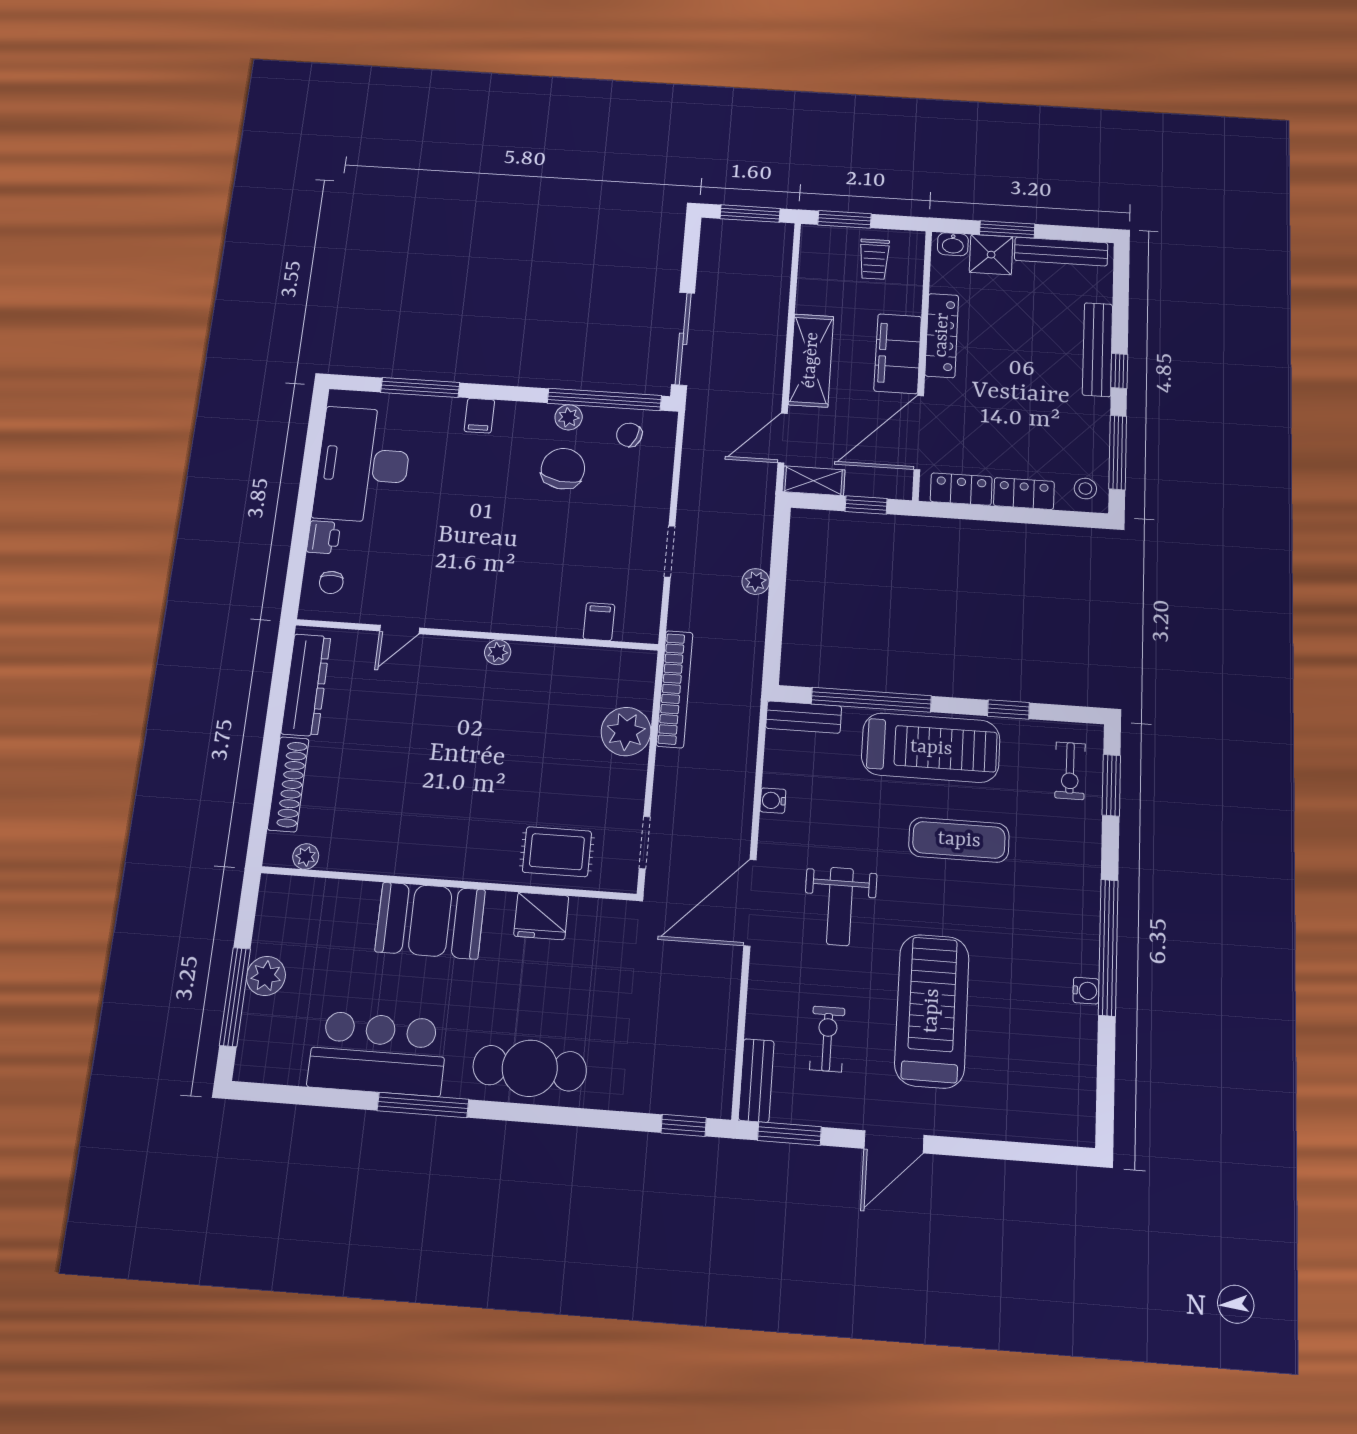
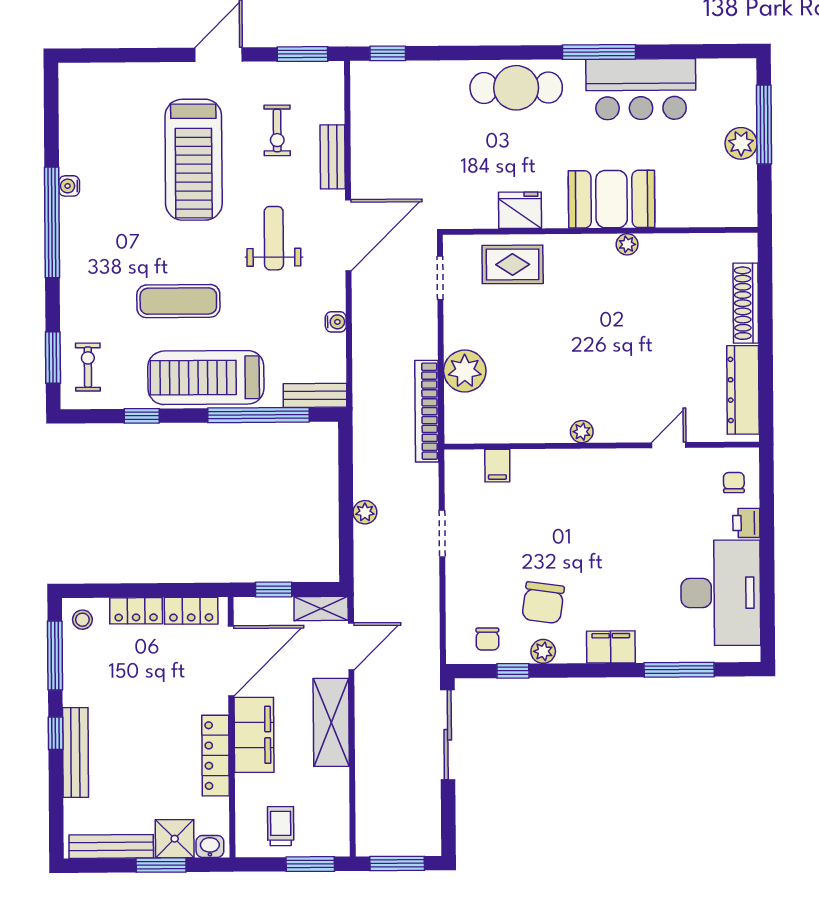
window: (604, 399) -> (513, 671), width x0.32
filing cabinet: (479, 416) -> (611, 647), width x2.00
chair: (629, 435) -> (487, 639), turned 68
plant: (306, 856) -> (627, 244), moved
bench: (756, 1080) -> (333, 157), moved

